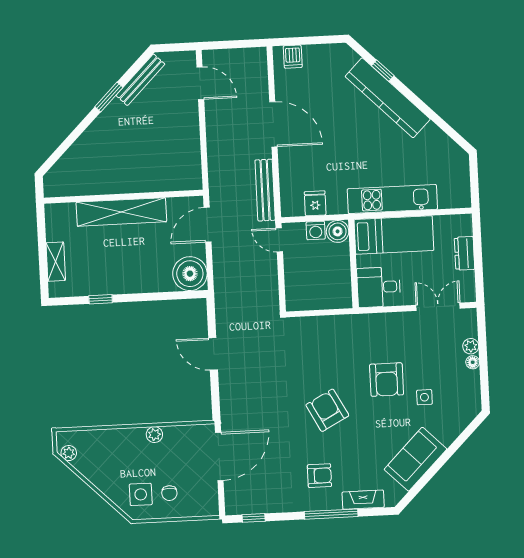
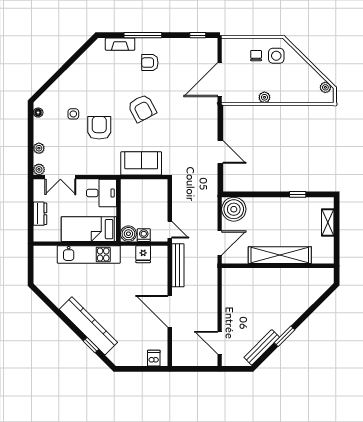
plant: (469, 316) -> (39, 169), added
floor lamp: (473, 362) -> (38, 113), moved
sofa: (415, 459) -> (141, 163), moved, turned -135

